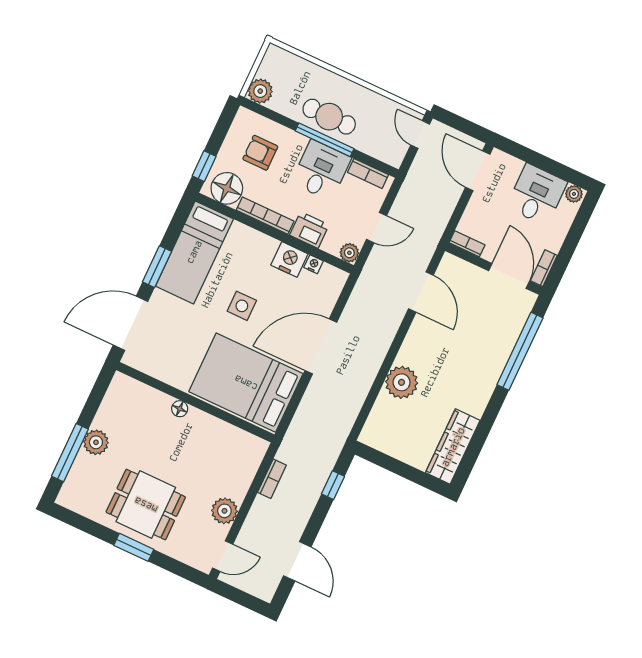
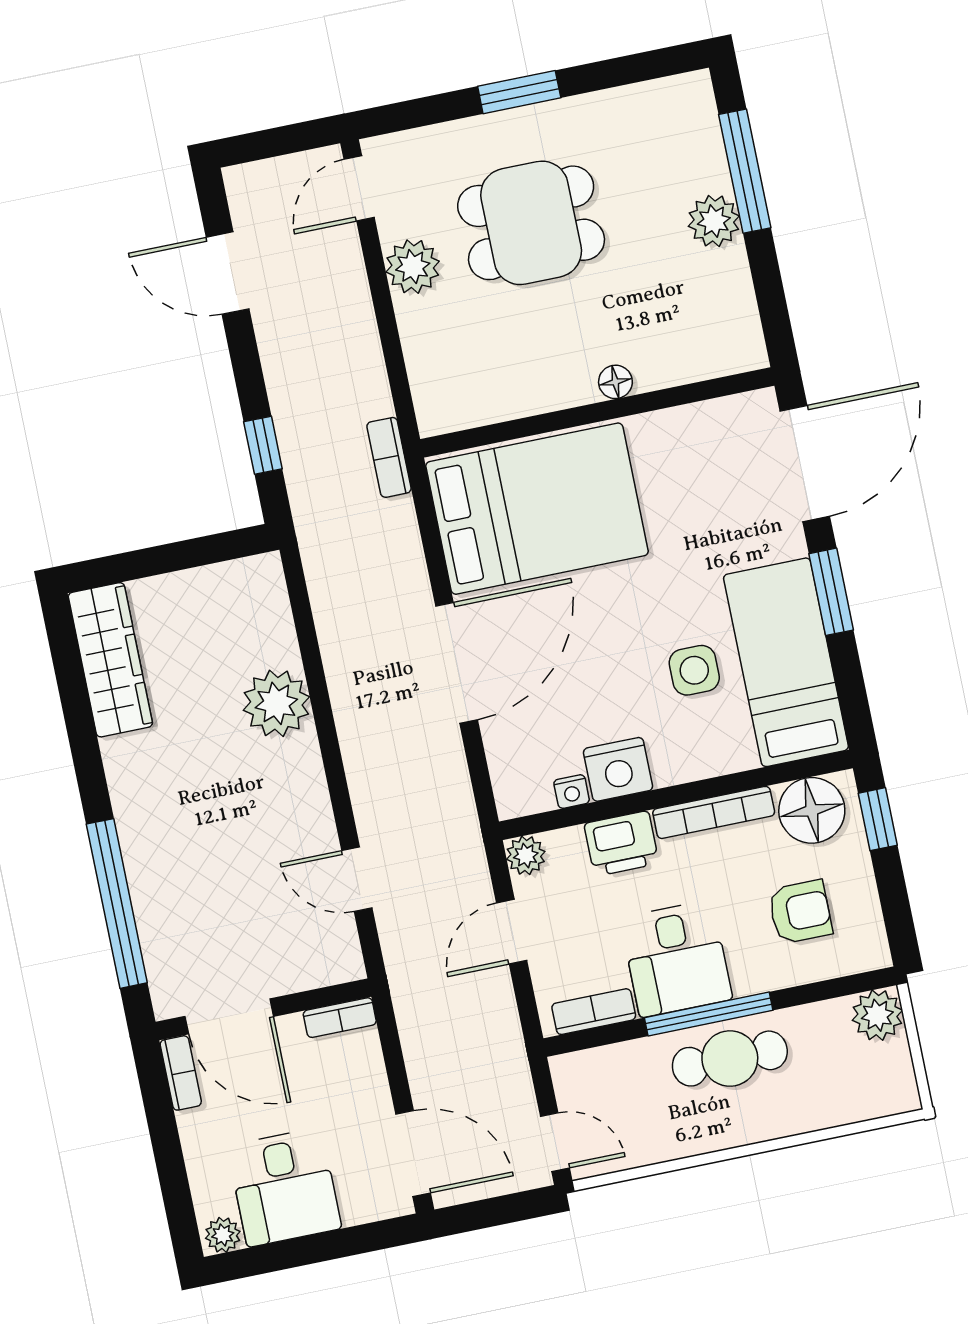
door: (421, 292) -> (357, 879), width x0.73
side table: (242, 306) -> (694, 670), moved
bookcase: (272, 479) -> (389, 457), moved
dining table: (146, 505) -> (531, 223), moved

